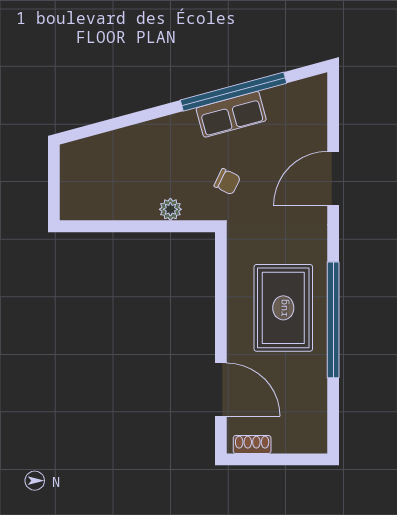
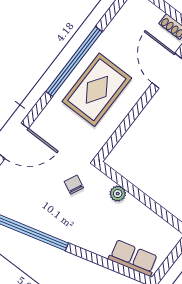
row of seats: (231, 114) -> (133, 258), moved

